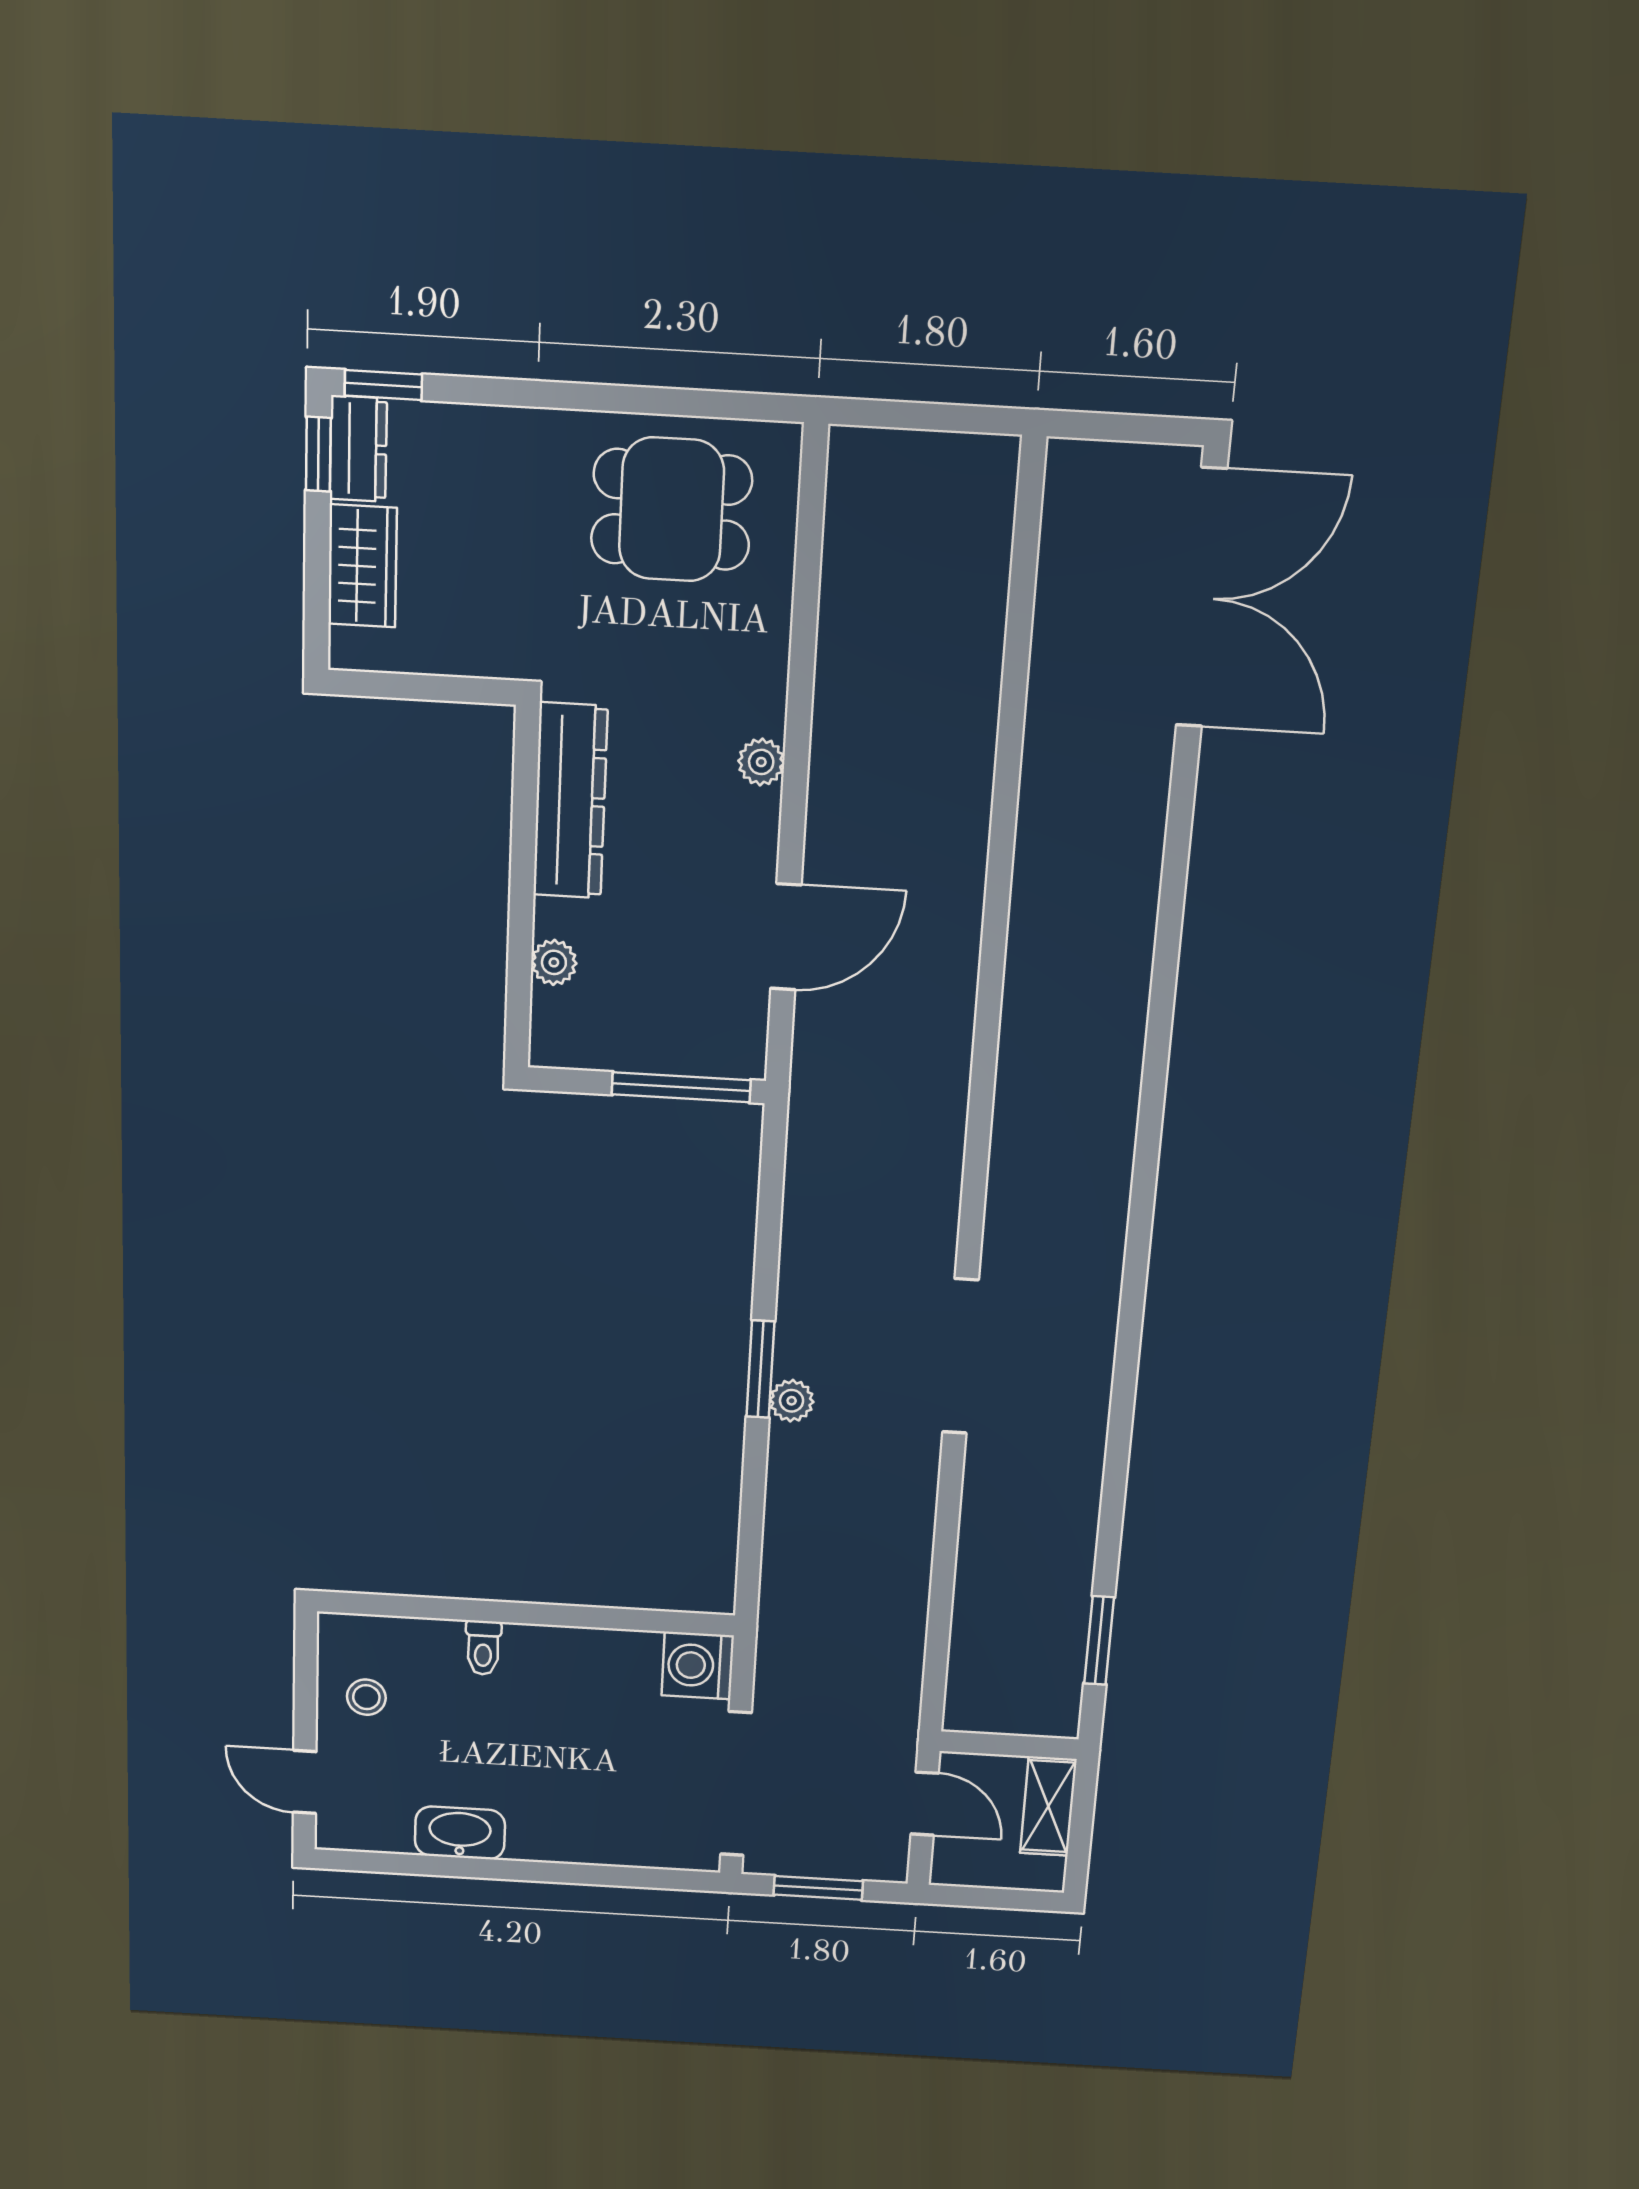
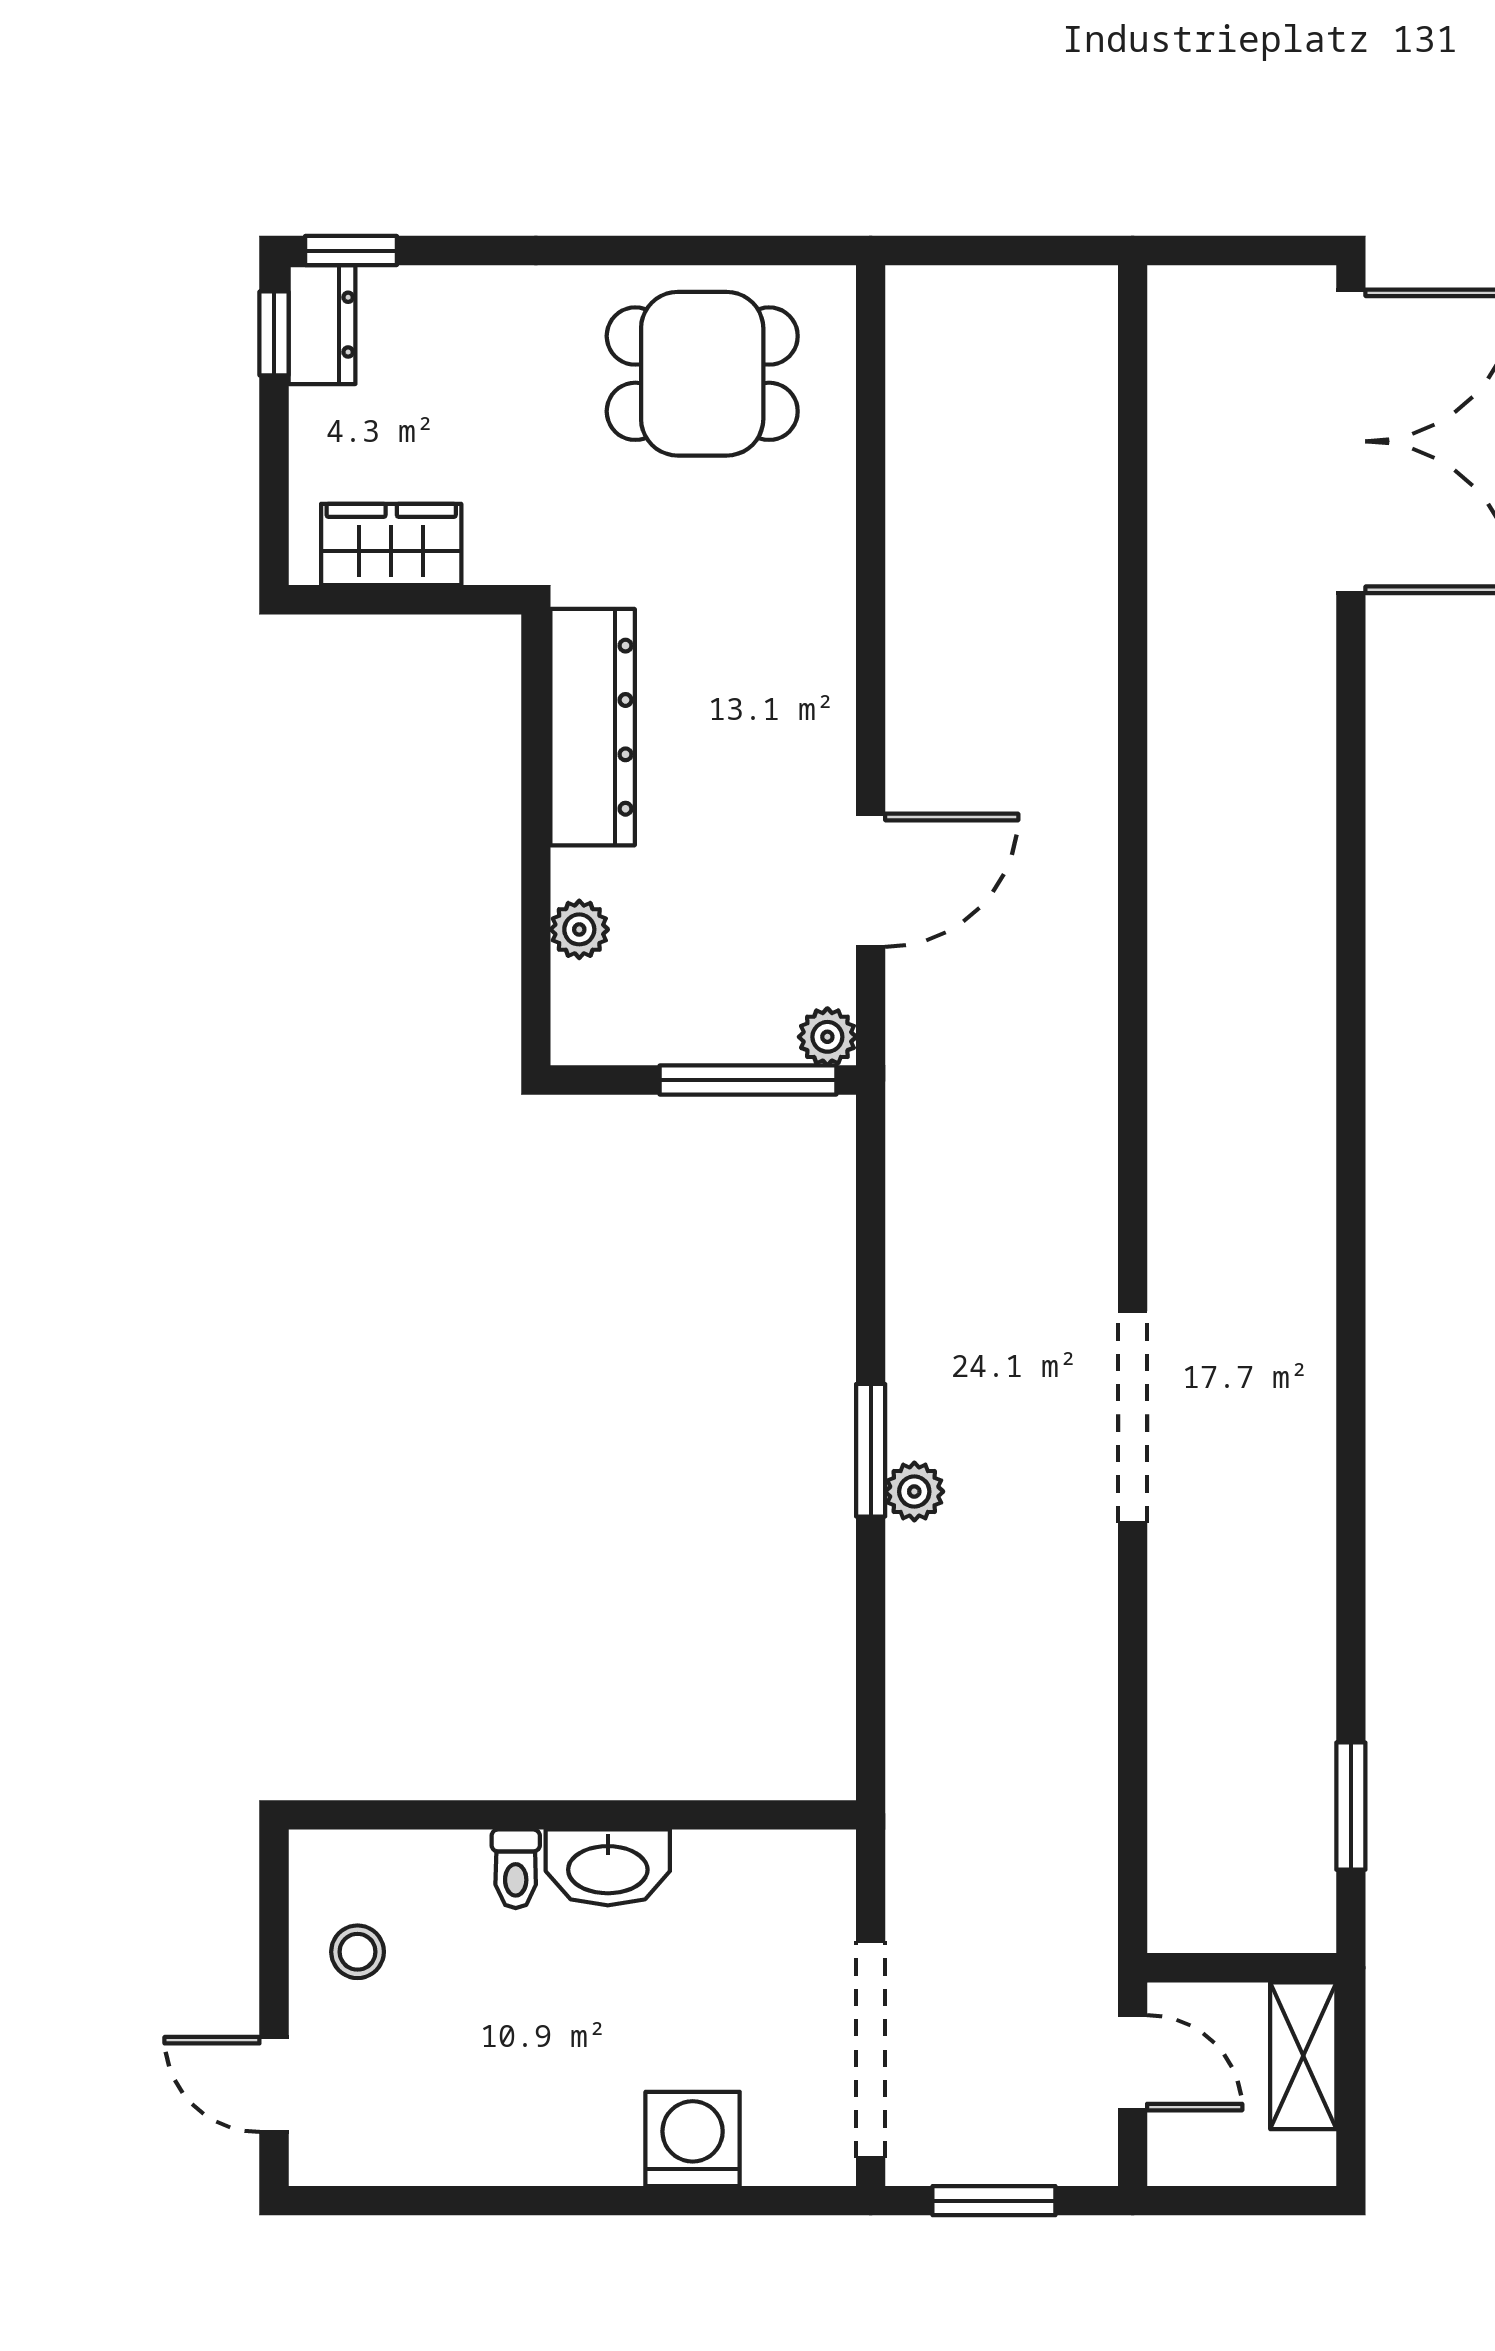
wardrobe: (363, 566) -> (391, 545), moved, turned -90
plant: (761, 762) -> (827, 1037), moved
washing machine: (698, 1665) -> (693, 2139), moved, turned 90
washbasin: (460, 1833) -> (608, 1867), moved, turned 180

